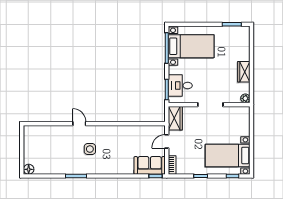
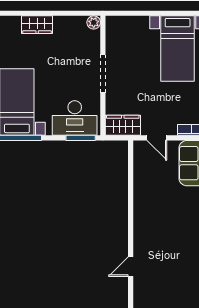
wardrobe: (244, 72) -> (37, 25), moved
desk: (180, 86) -> (75, 118), width x1.37
side table: (90, 149) -> (168, 251), removed

